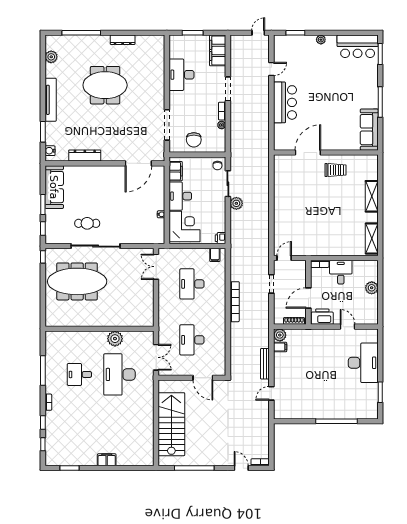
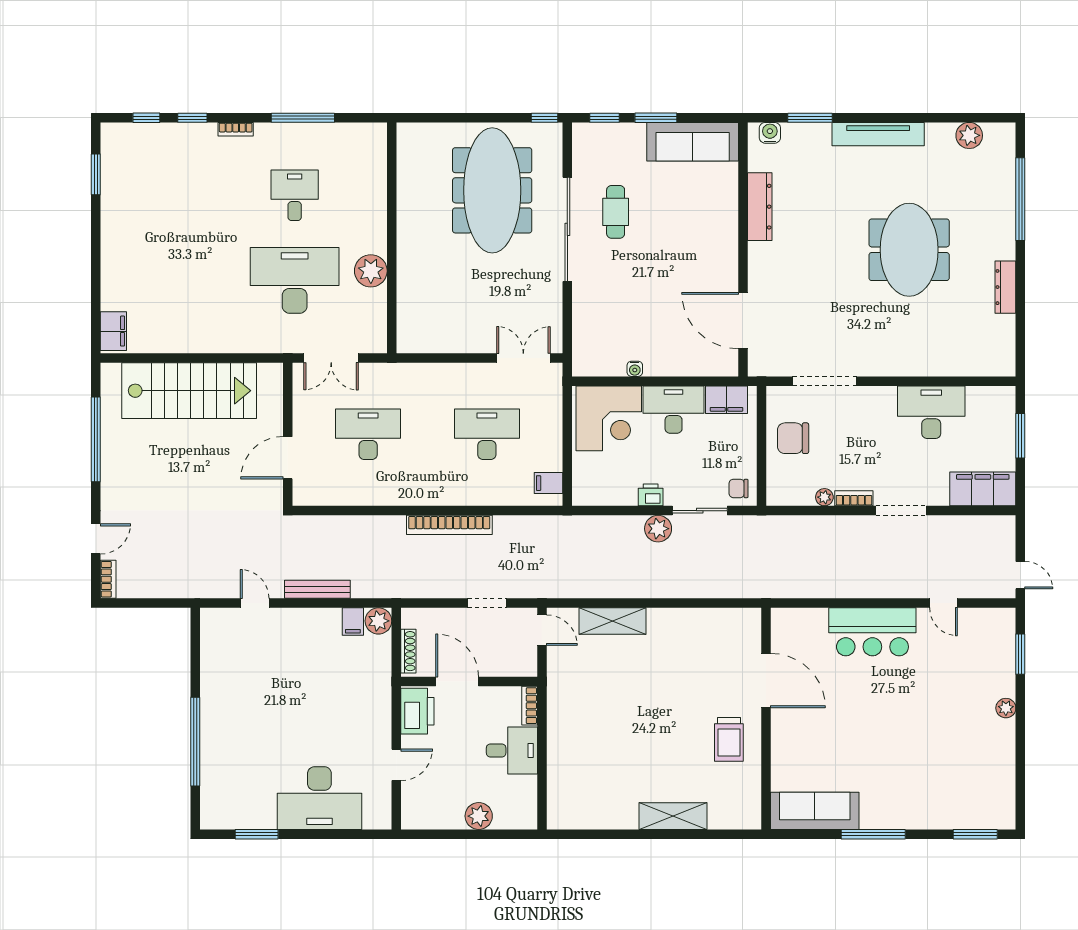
bar counter: (358, 46) -> (992, 786), removed
printer: (220, 238) -> (651, 495), moved
shelving: (372, 239) -> (613, 621), moved
filing cabinet: (107, 460) -> (113, 331), moved

